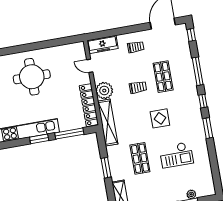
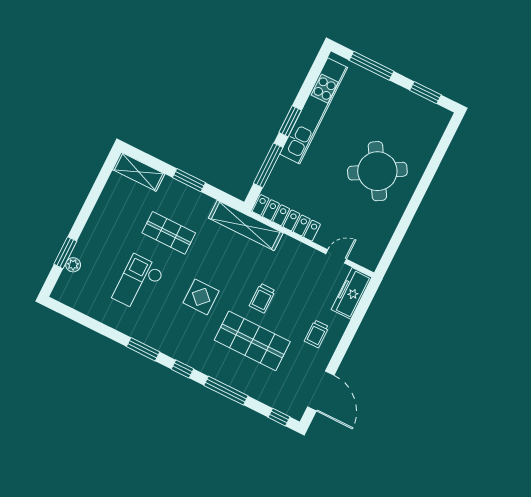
round table: (32, 77) -> (377, 171), turned -31
shop shelf: (163, 77) -> (252, 341), width x1.43, depth x1.36
plant: (104, 91) -> (290, 252), removed

